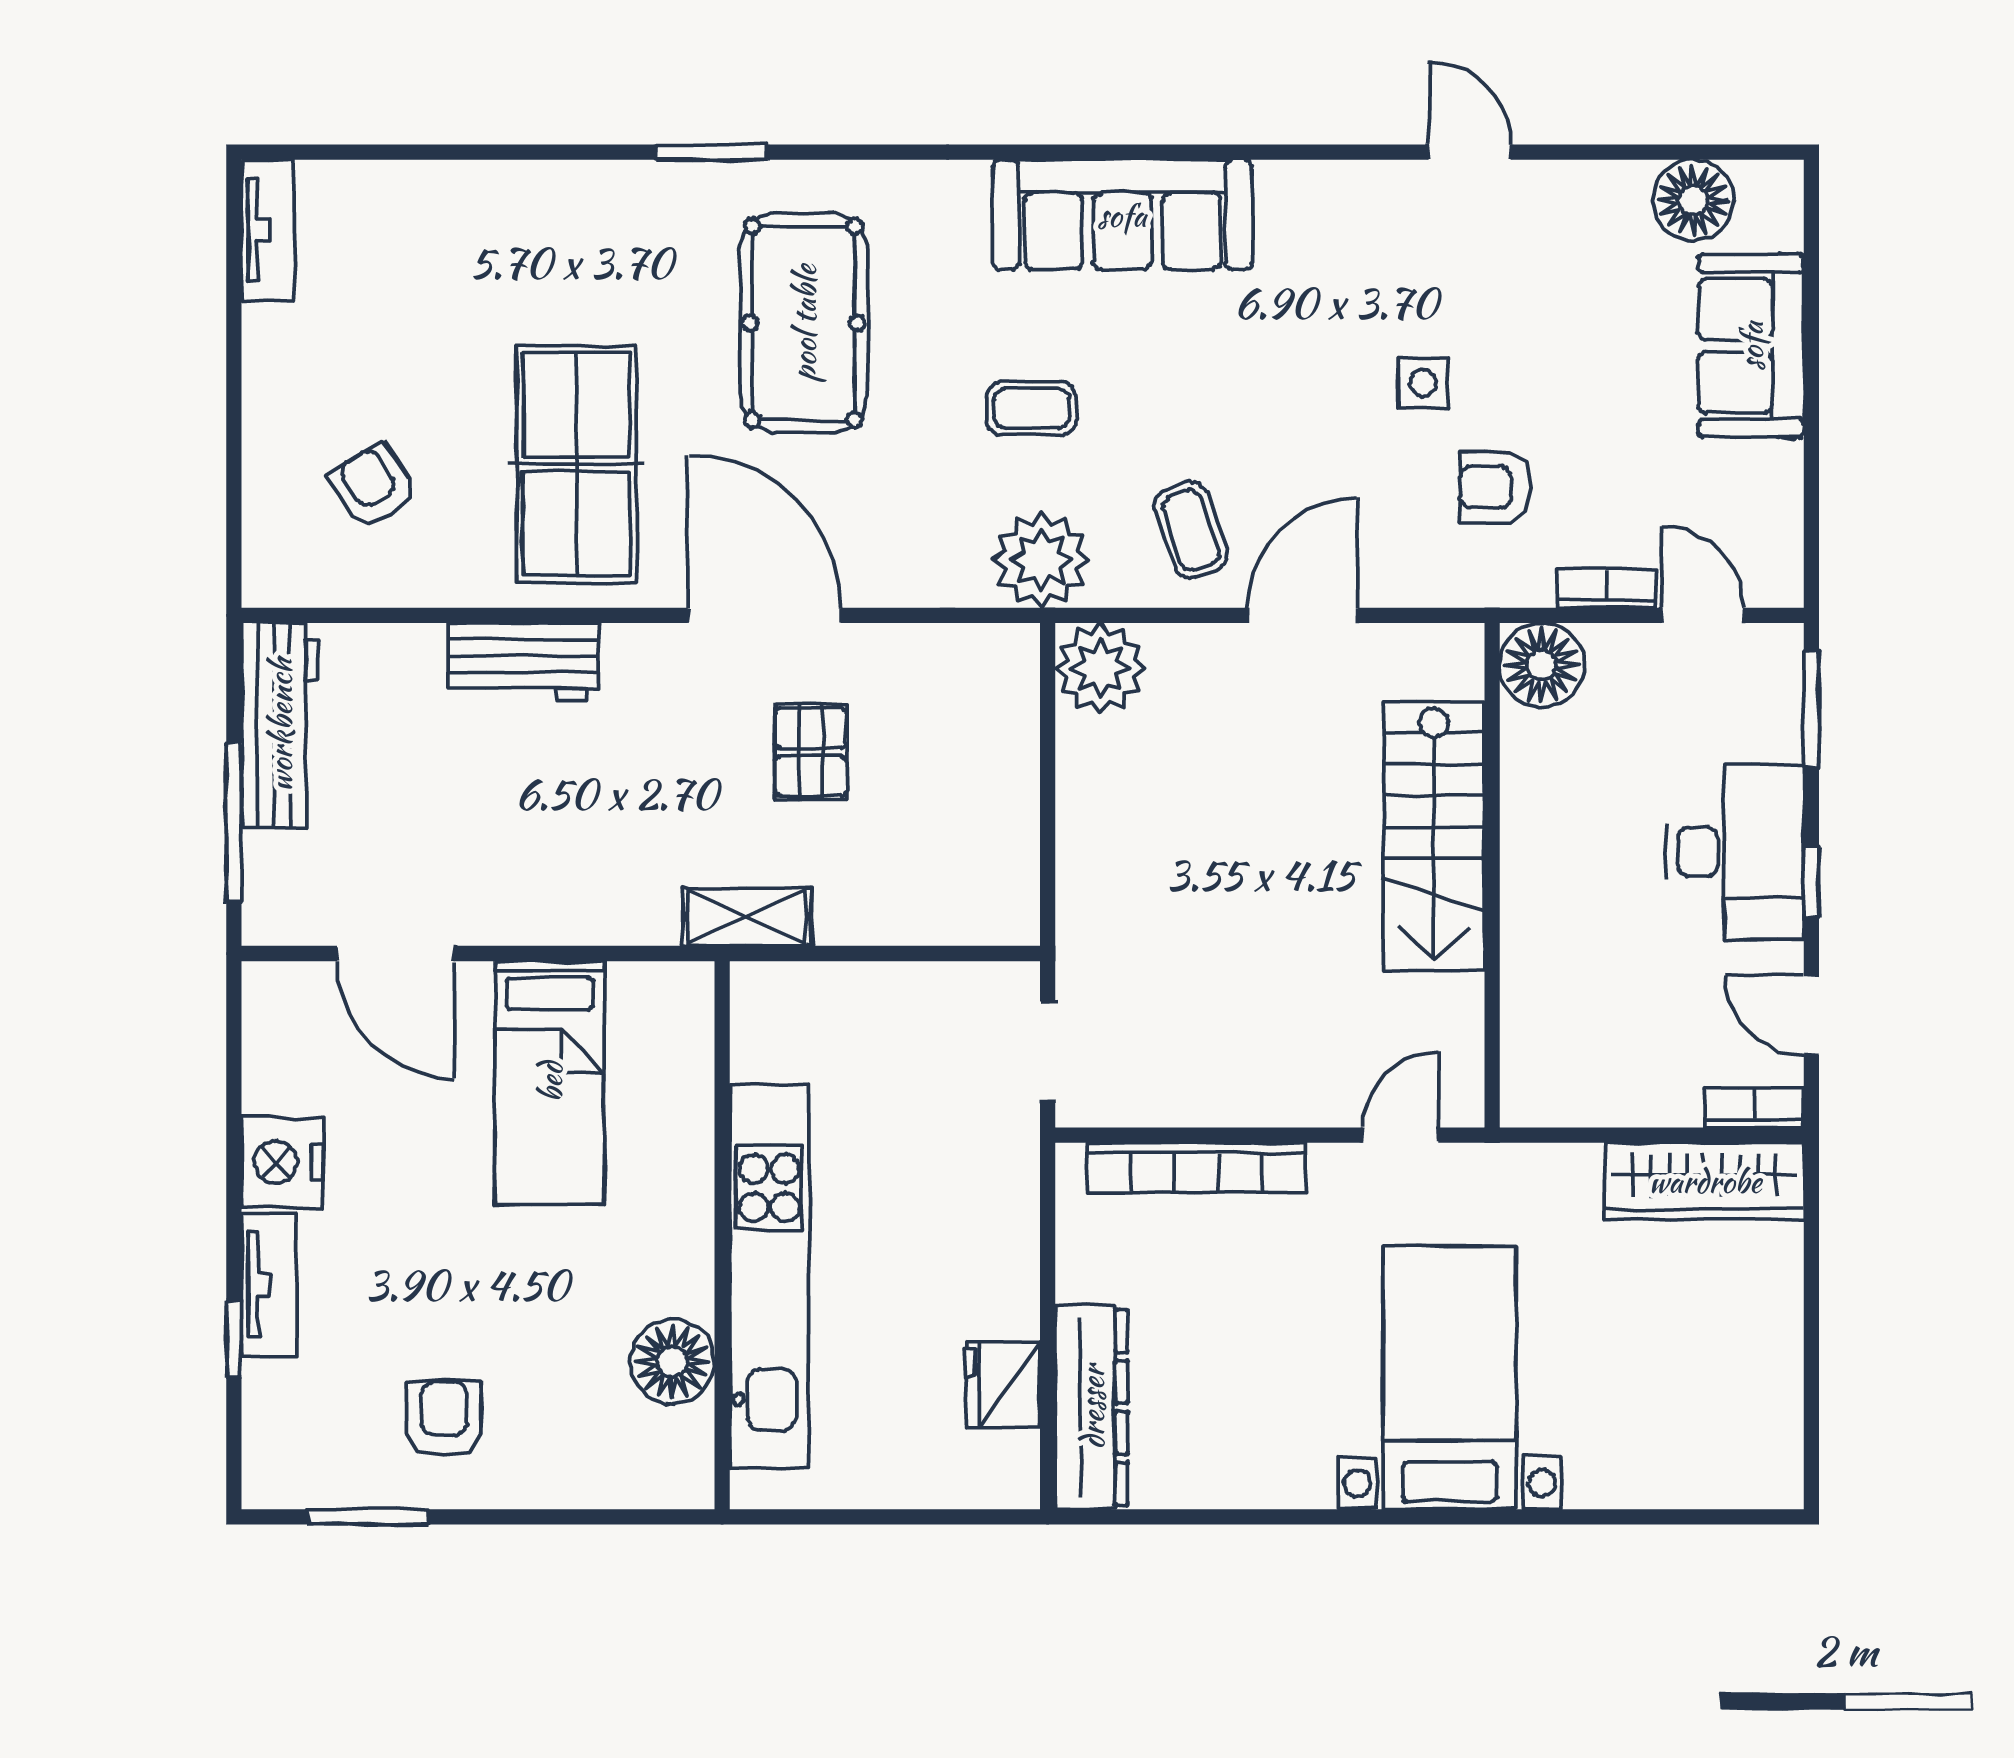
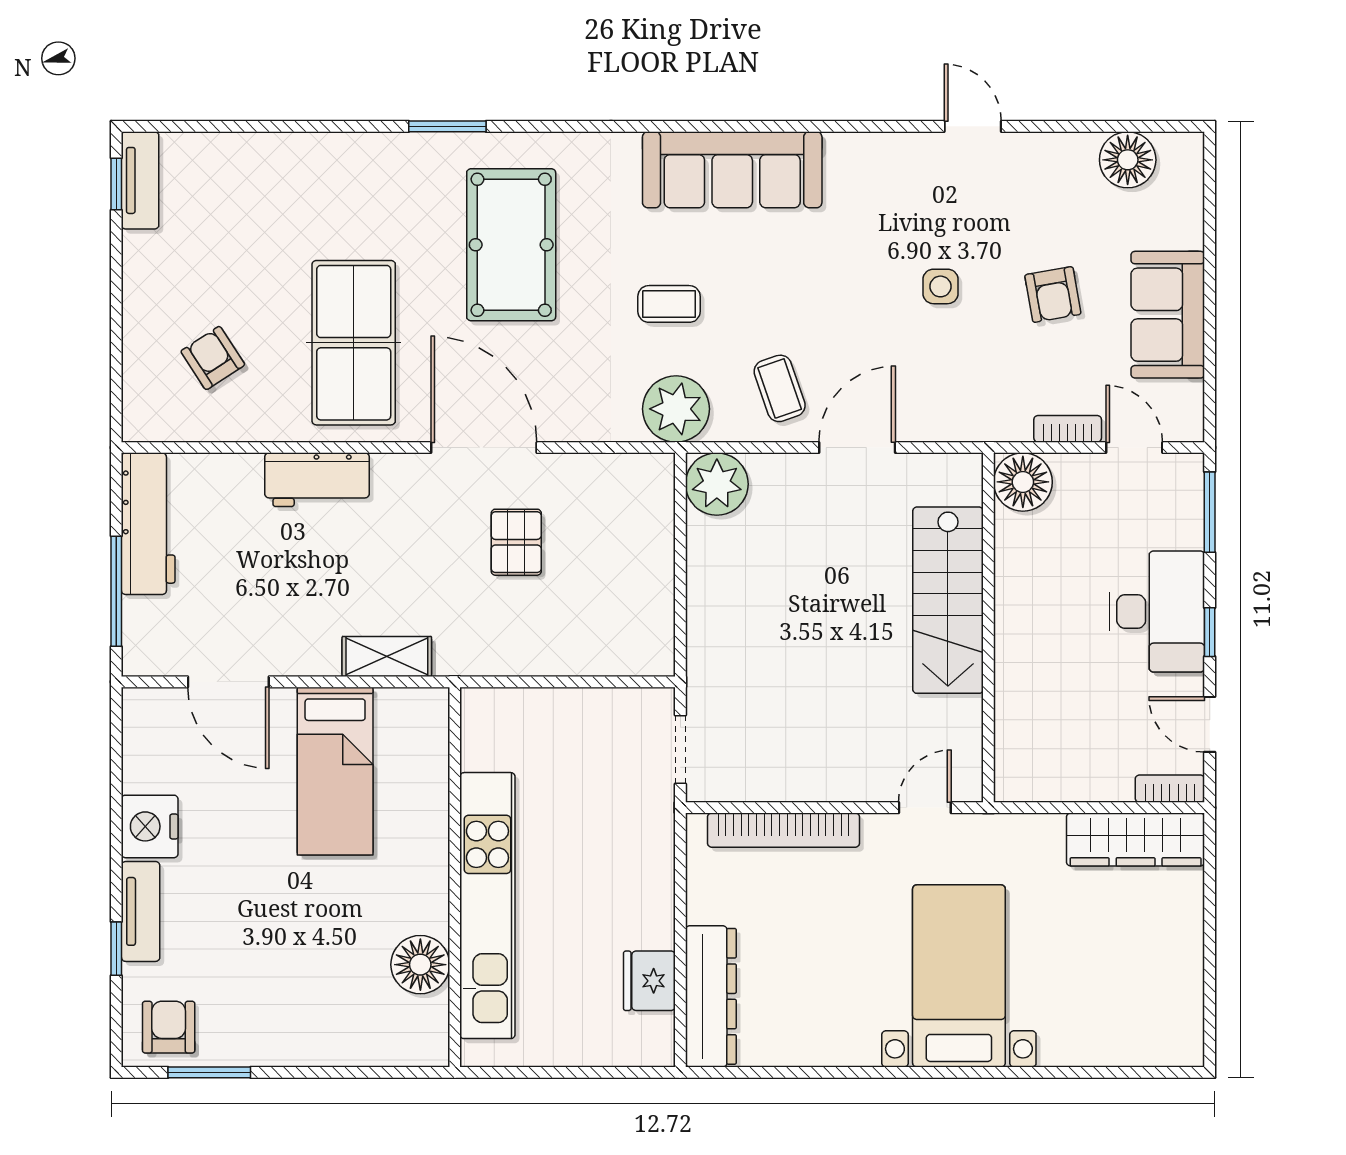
window: (234, 235) -> (116, 184), added
sofa: (1751, 346) -> (1168, 315), moved
armchair: (1495, 487) -> (1053, 295), moved, turned -100
shelving: (747, 917) -> (387, 657), moved
armchair: (444, 1419) -> (169, 1027), moved

